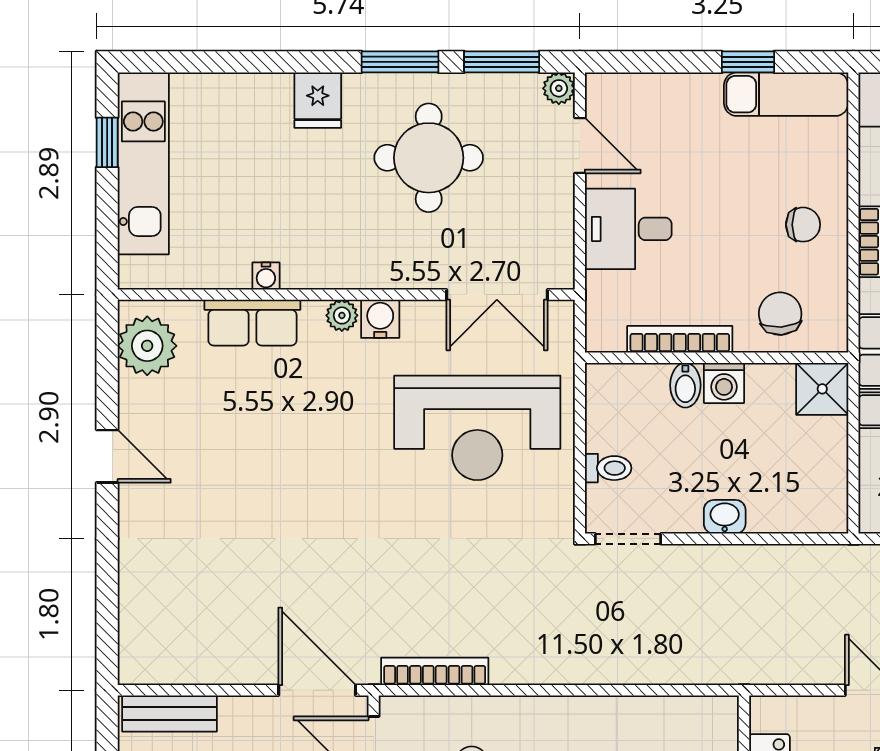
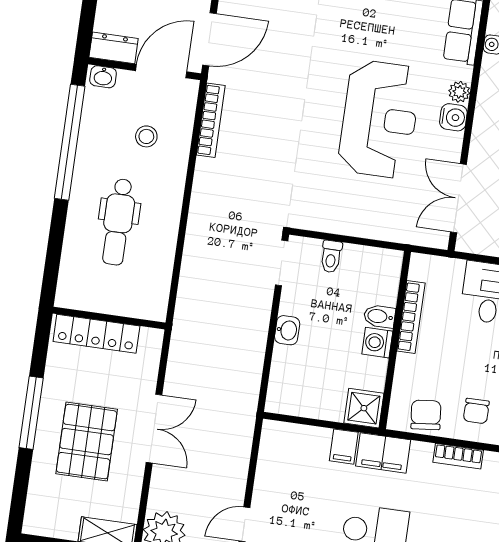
chair: (780, 314) -> (426, 415), moved, turned -92
reception desk: (477, 428) -> (379, 119), moved, turned 180

